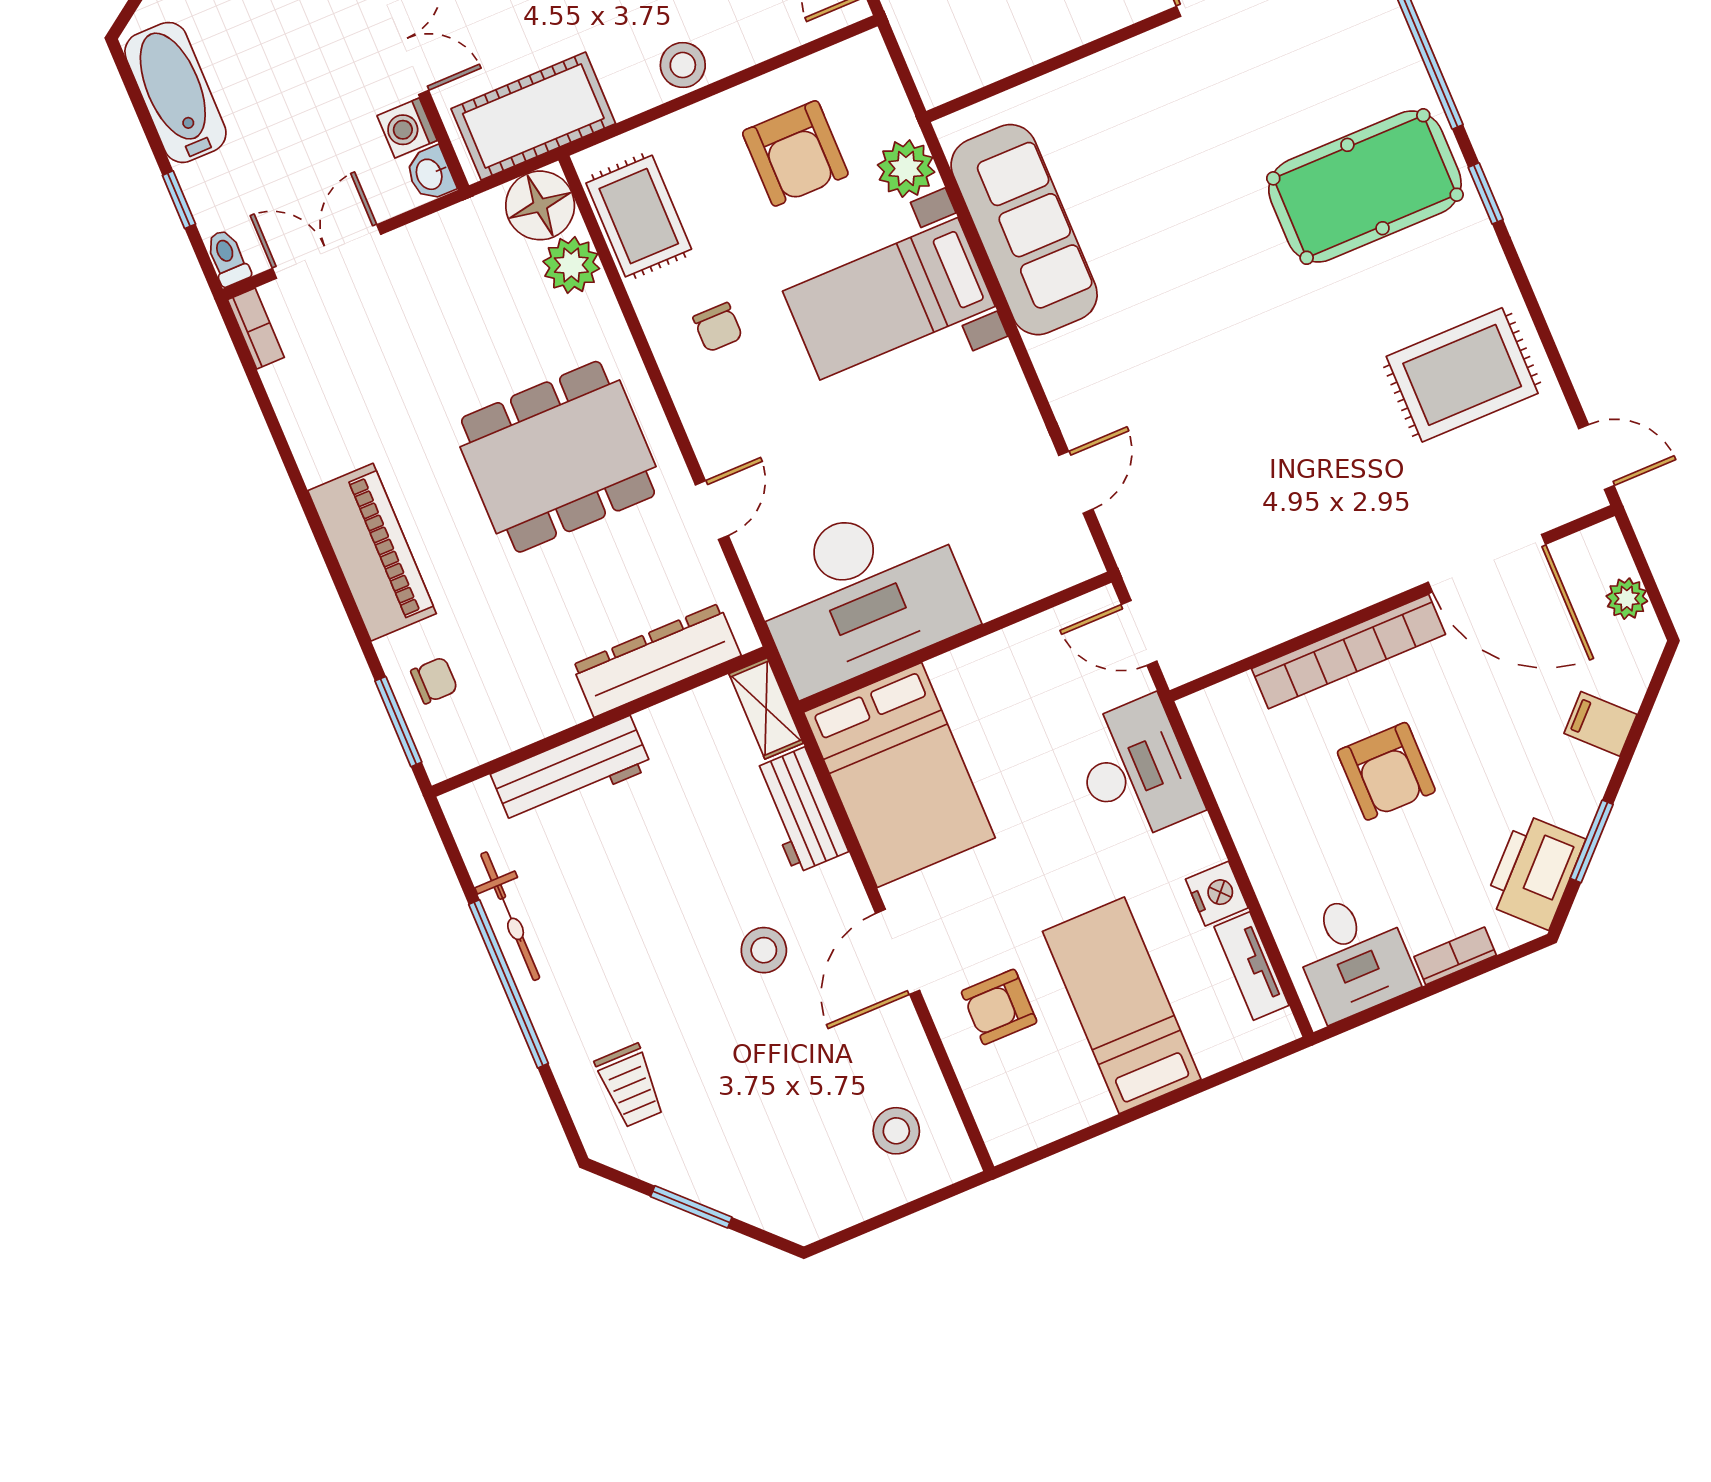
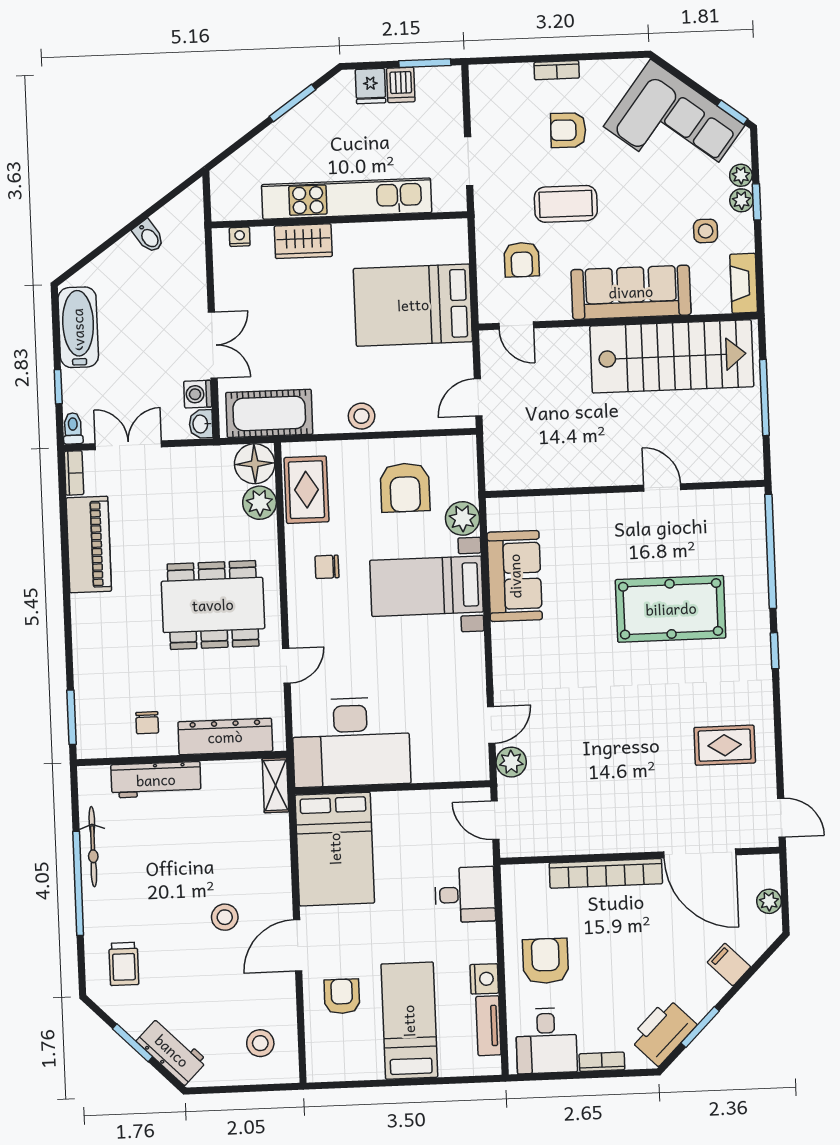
pool table: (1365, 187) -> (671, 609), moved
sofa: (1024, 230) -> (515, 576), width x0.73
chair: (718, 327) -> (327, 567), turned 90
rug: (1462, 375) -> (725, 745), width x0.73, depth x0.70
plant: (1130, 530) -> (511, 762), added
piano: (372, 552) -> (89, 544), moved
chair: (434, 680) -> (147, 723), moved, turned 90
desk: (1135, 770) -> (465, 895), width x0.73
armchair: (1386, 771) -> (546, 961), moved, turned 180
workbench: (800, 811) -> (172, 1051), moved, turned 135
armchair: (999, 1007) -> (342, 996), turned 90

